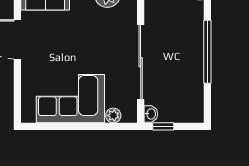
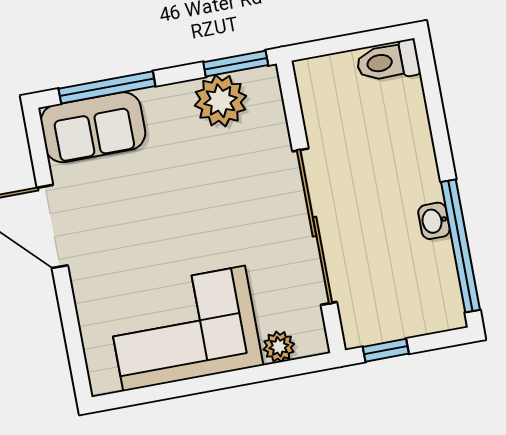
window: (207, 52) -> (460, 246), moved
washbasin: (151, 114) -> (434, 221), moved, turned 180

